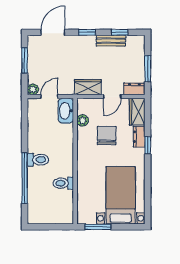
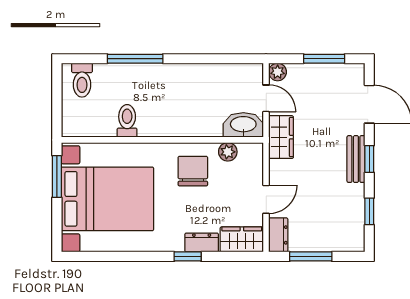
bench: (111, 41) -> (356, 159), moved
wardrobe: (88, 87) -> (281, 137), moved
door: (112, 97) -> (266, 199), swing flipped
chair: (107, 136) -> (193, 171), moved, turned -90
toilet: (38, 160) -> (82, 80), moved
window: (25, 178) -> (135, 59), width x0.68
bed with nightstands: (121, 195) -> (107, 199), width x1.36

